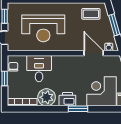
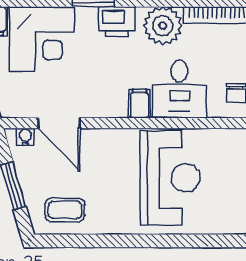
reception desk: (43, 28) -> (170, 178), turned 90
filing cabinet: (57, 62) -> (139, 104), added

